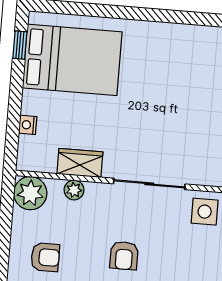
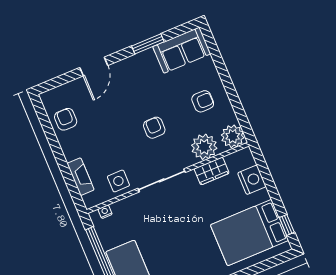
nightstand: (28, 125) -> (252, 180), width x1.89, depth x1.79
plant: (74, 190) -> (204, 147), width x1.87, depth x1.87
armchair: (45, 257) -> (203, 101), turned 180

